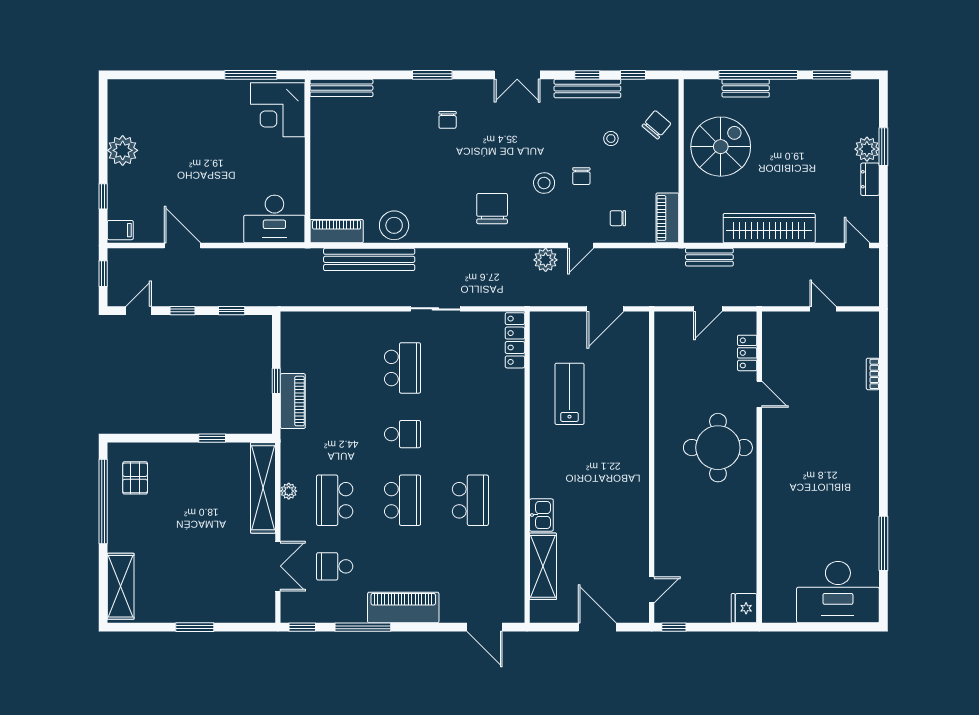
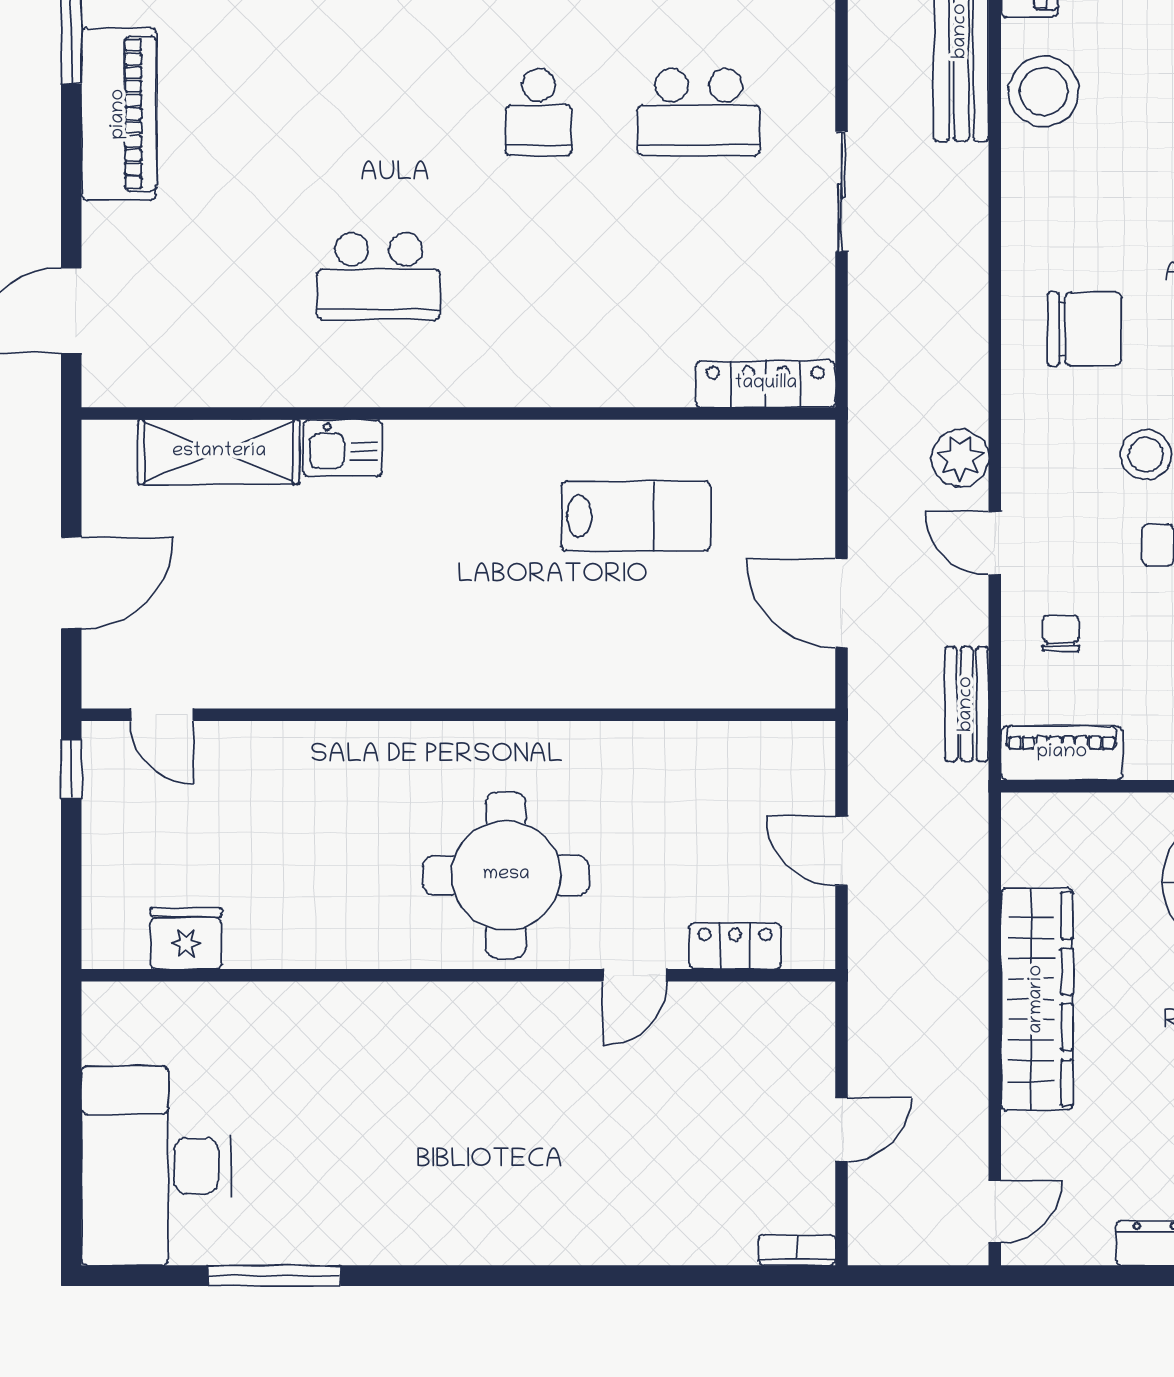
bench: (709, 257) -> (967, 704), moved
bookcase: (873, 374) -> (797, 1250), moved
school desk: (403, 500) -> (378, 112), removed
fridge: (744, 608) -> (186, 938), moved

